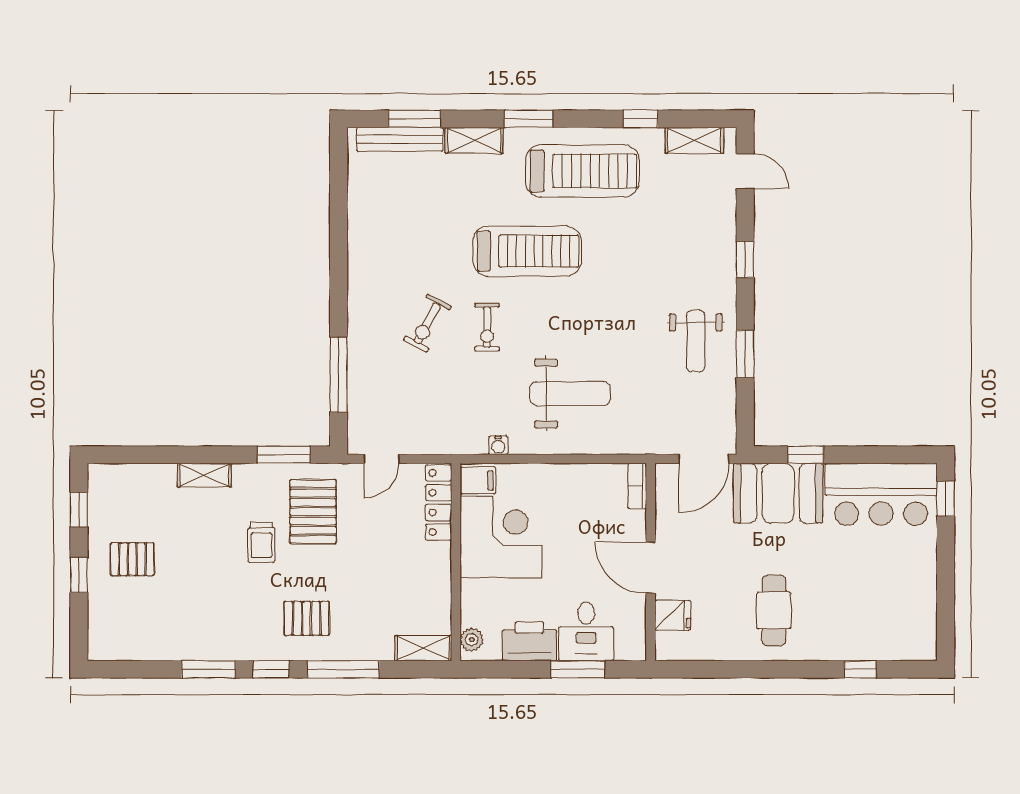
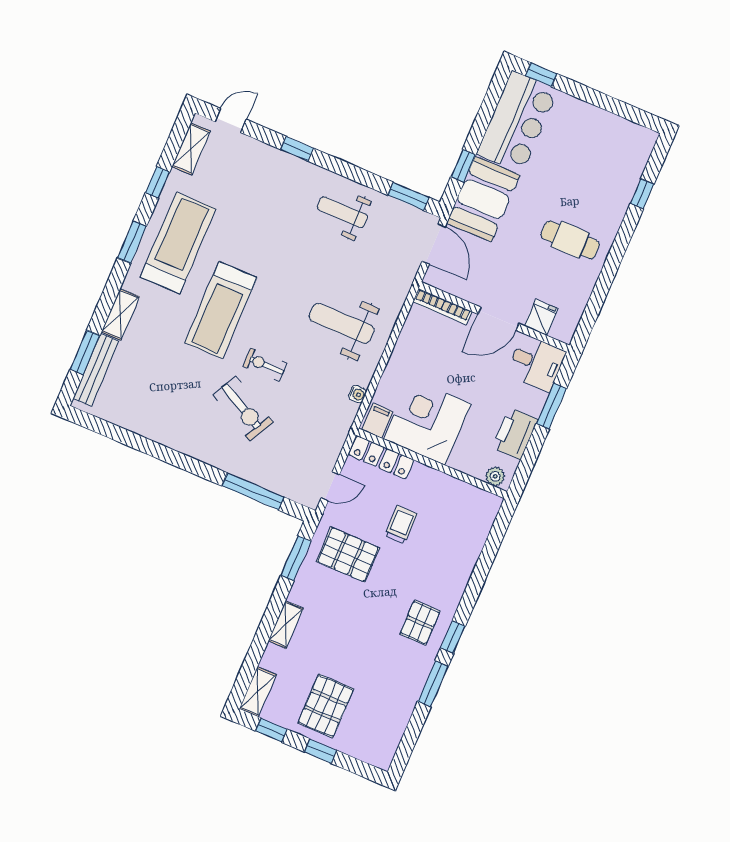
window: (529, 119) -> (132, 242), moved
treadmill: (527, 251) -> (221, 310), turned 180
exercise bike: (427, 323) -> (243, 408), width x1.38, depth x1.39
exercise bike: (487, 327) -> (265, 365), turned 180
weight bench: (696, 341) -> (342, 212), turned 180
window: (745, 354) -> (408, 196), moved
weight bench: (570, 394) -> (342, 323), turned -90
door: (381, 459) -> (330, 486), hinge flipped
bookcase: (637, 486) -> (442, 307), width x1.56
trolley: (261, 542) -> (401, 525), moved, turned -90
pallet: (132, 559) -> (326, 706), width x1.50, depth x1.42
pallet: (307, 618) -> (420, 623), moved
desk: (586, 631) -> (536, 363), moved
shelving: (423, 648) -> (258, 692), moved
window: (343, 669) -> (476, 583), removed

